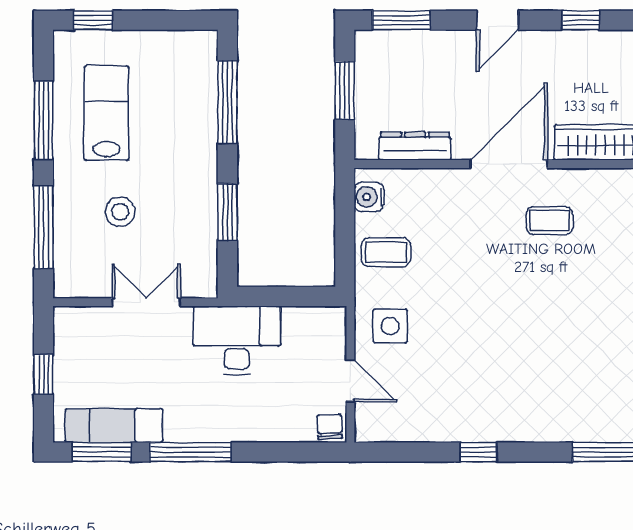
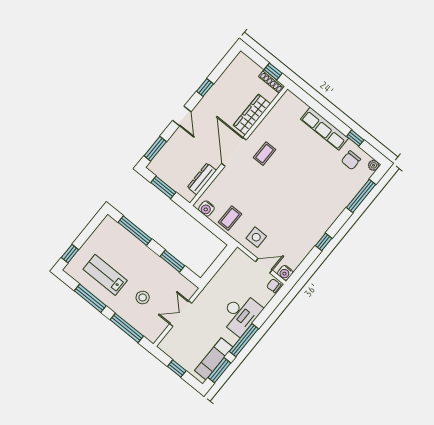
desk: (237, 340) -> (240, 314), moved, turned 180
water cooler: (369, 428) -> (285, 273), added

